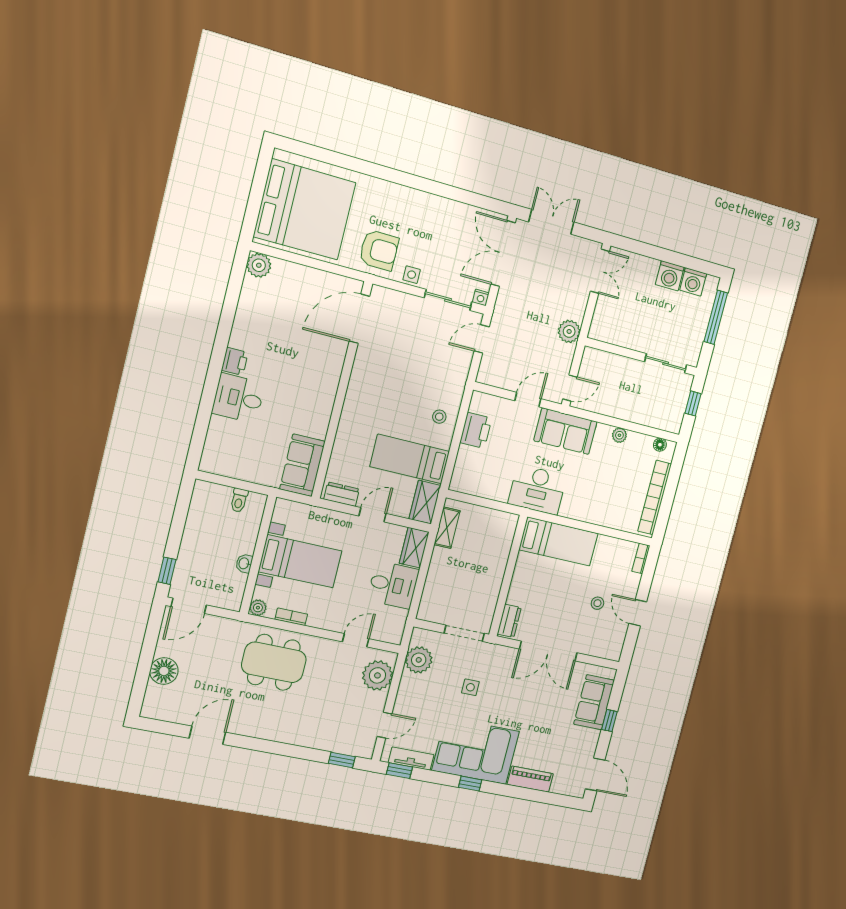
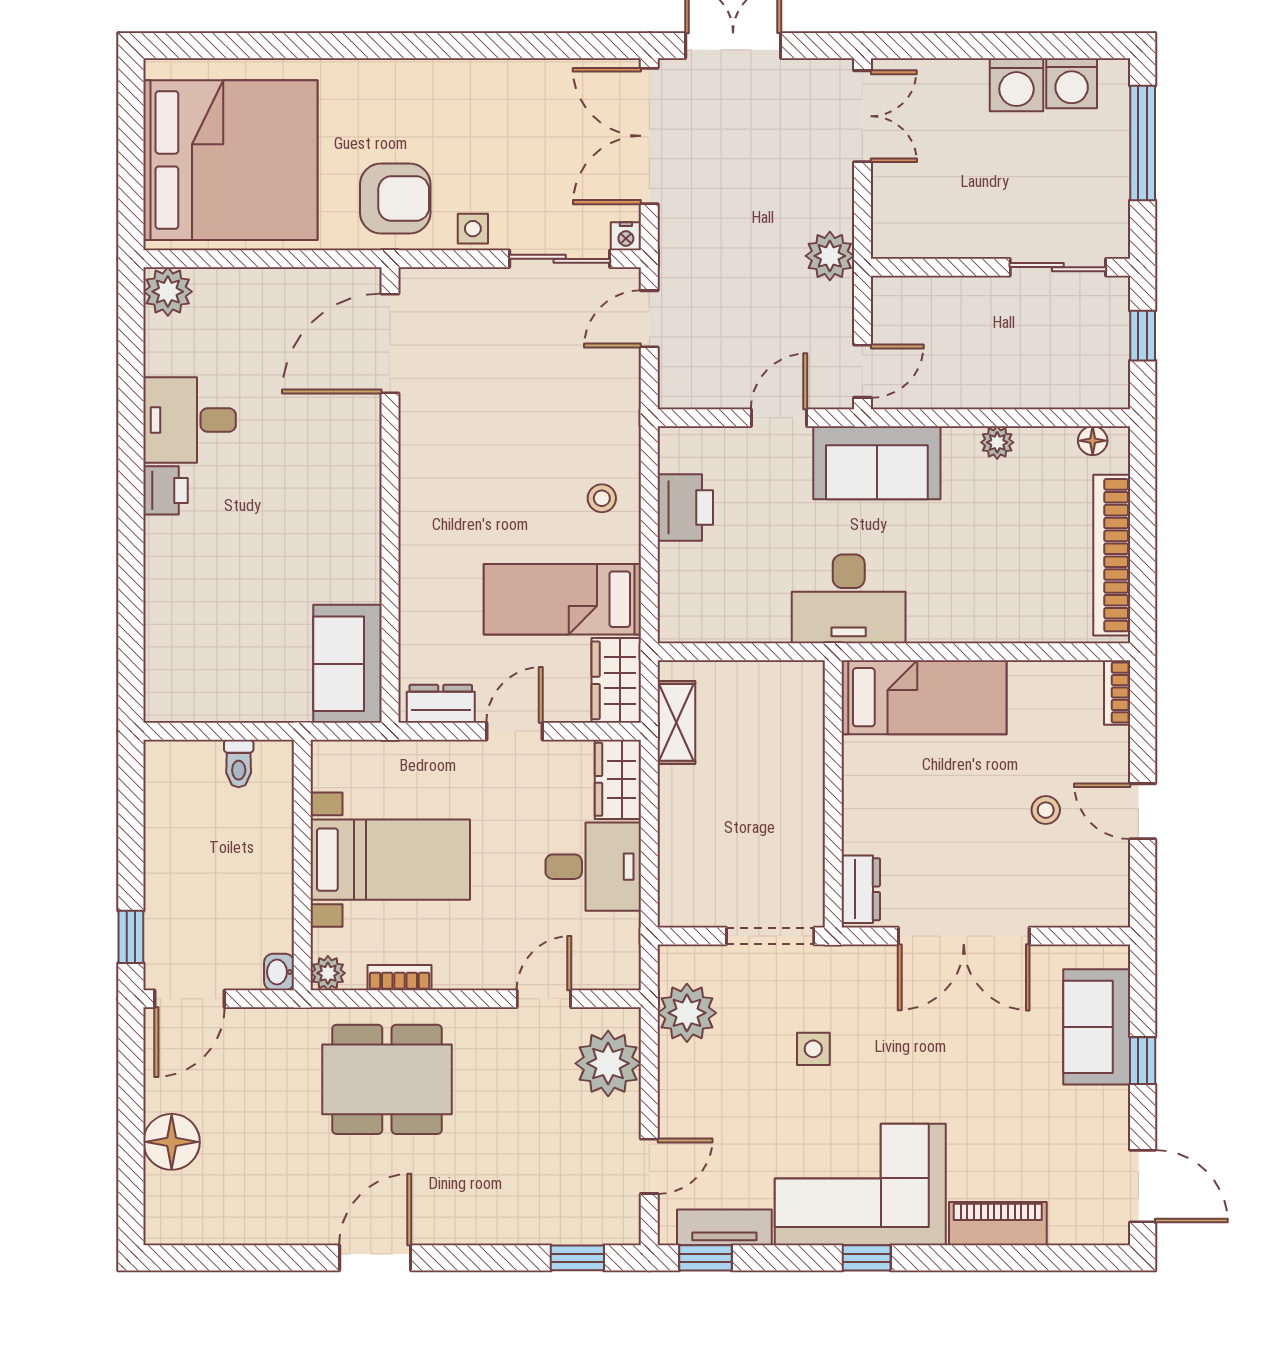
desk: (238, 398) -> (190, 420), moved
washbasin: (244, 563) -> (279, 972), moved
door: (207, 735) -> (375, 1258), moved

